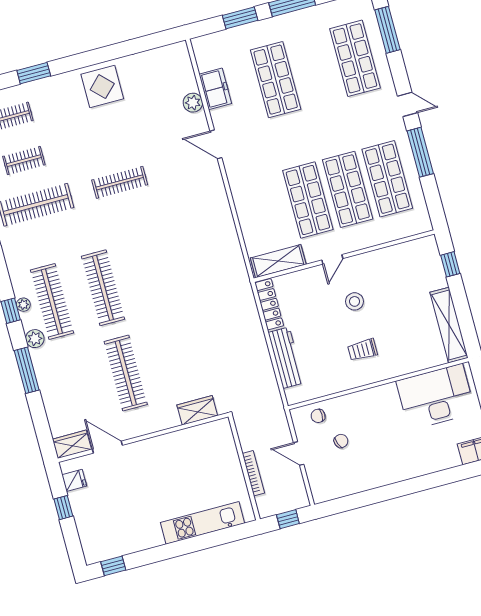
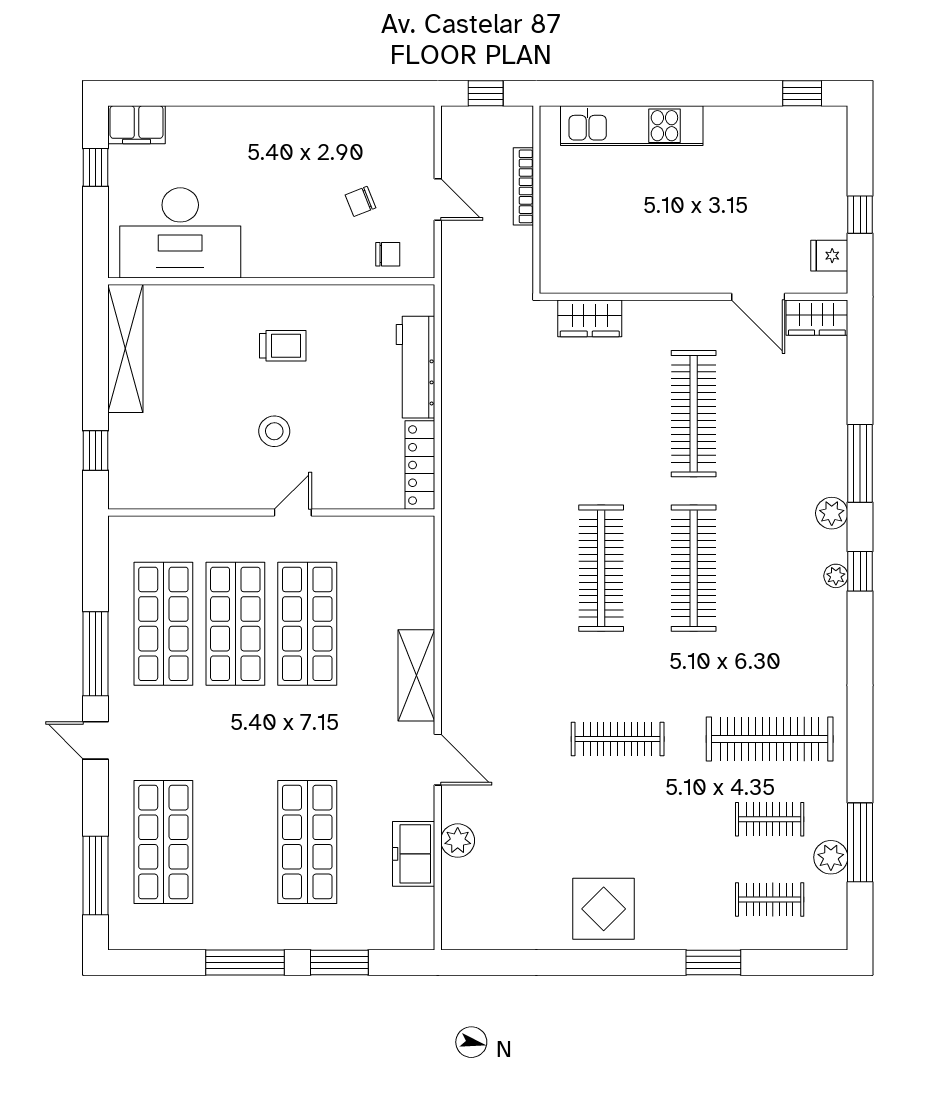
shelving: (278, 261) -> (416, 675), moved, turned 90
clothes rail: (52, 301) -> (601, 568), moved

